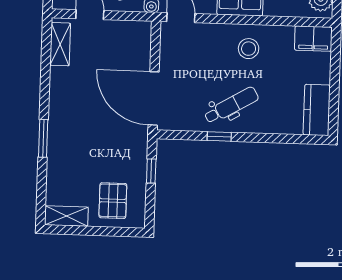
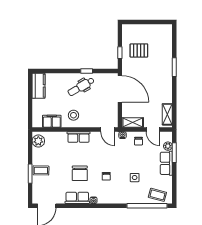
filing cabinet: (313, 39) -> (52, 121), moved
pallet: (113, 201) -> (139, 50), moved, turned 90
shelving: (66, 216) -> (133, 123), moved

